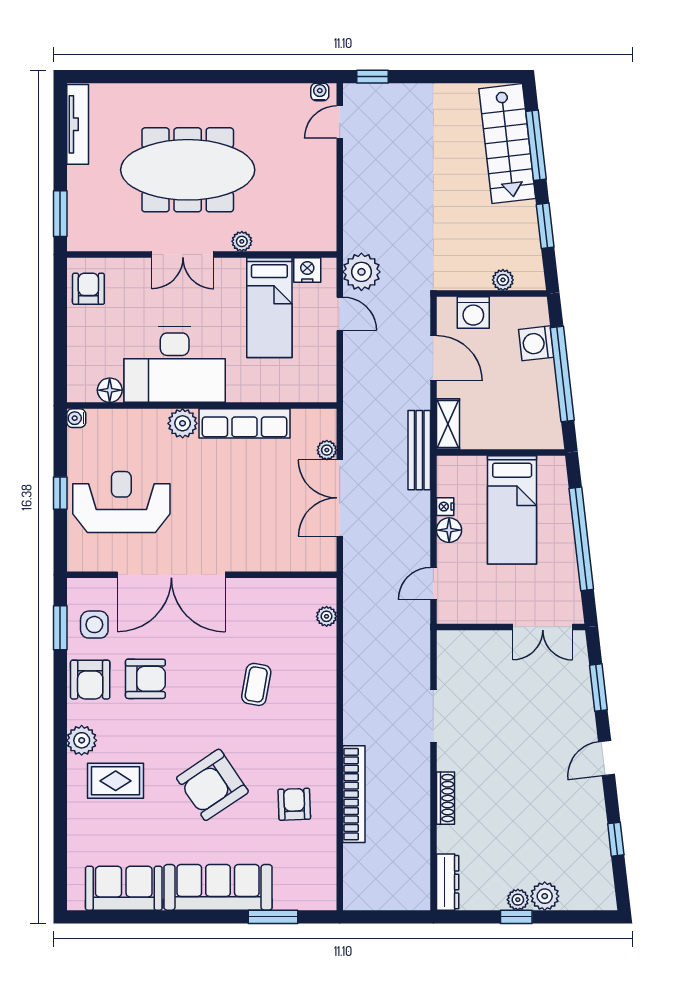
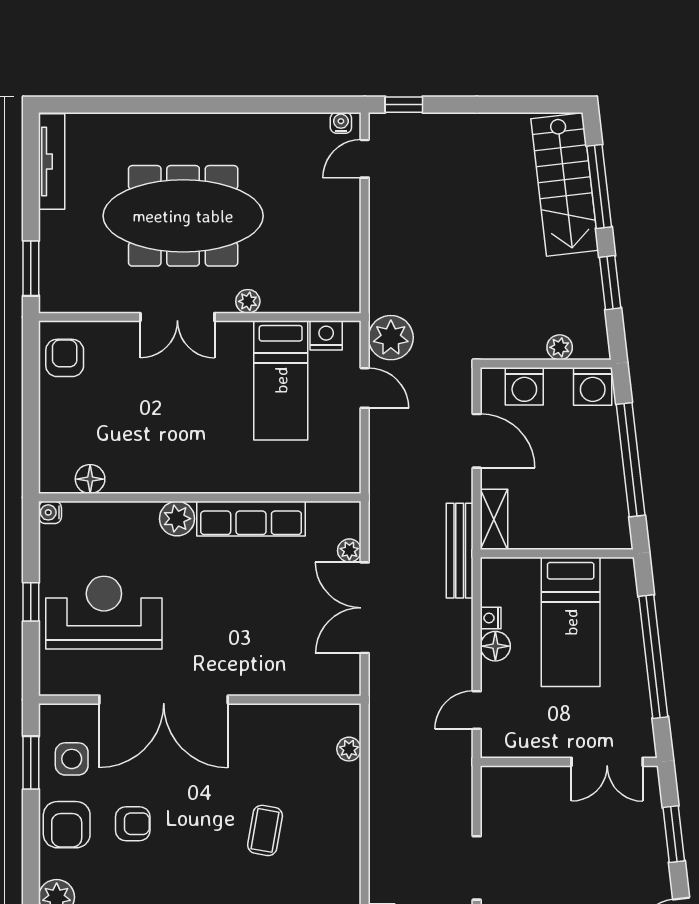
washing machine: (536, 343) -> (593, 386), moved, turned -83
desk: (175, 365) -> (168, 448), removed
armchair: (145, 679) -> (133, 824), width x0.72, depth x0.72

